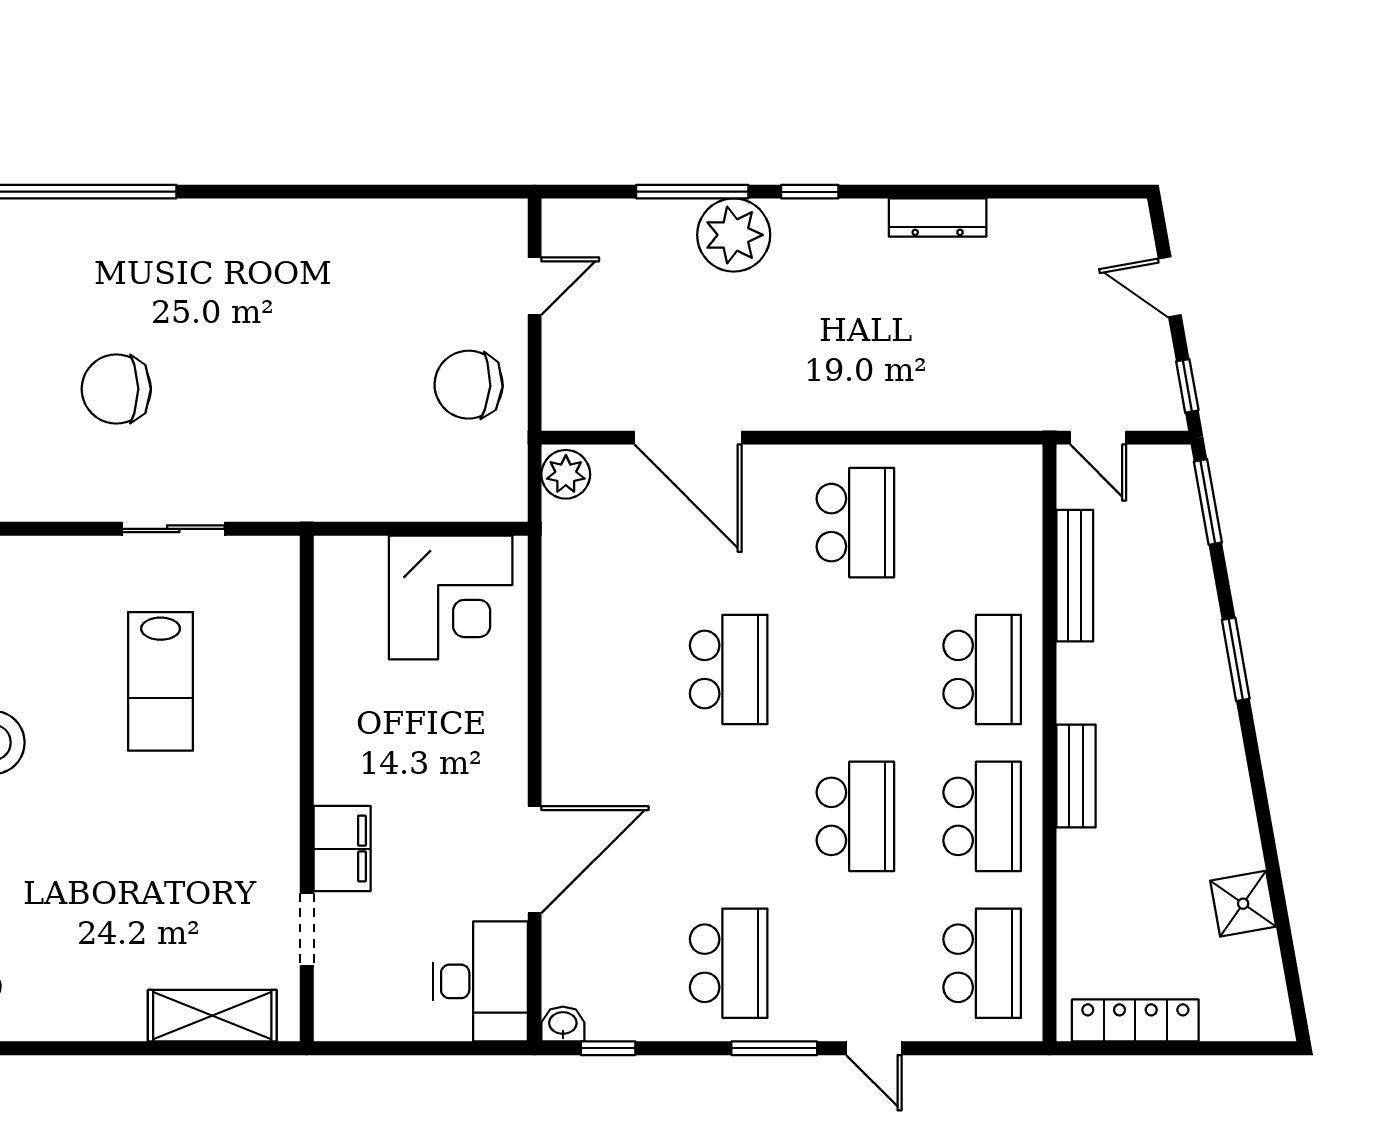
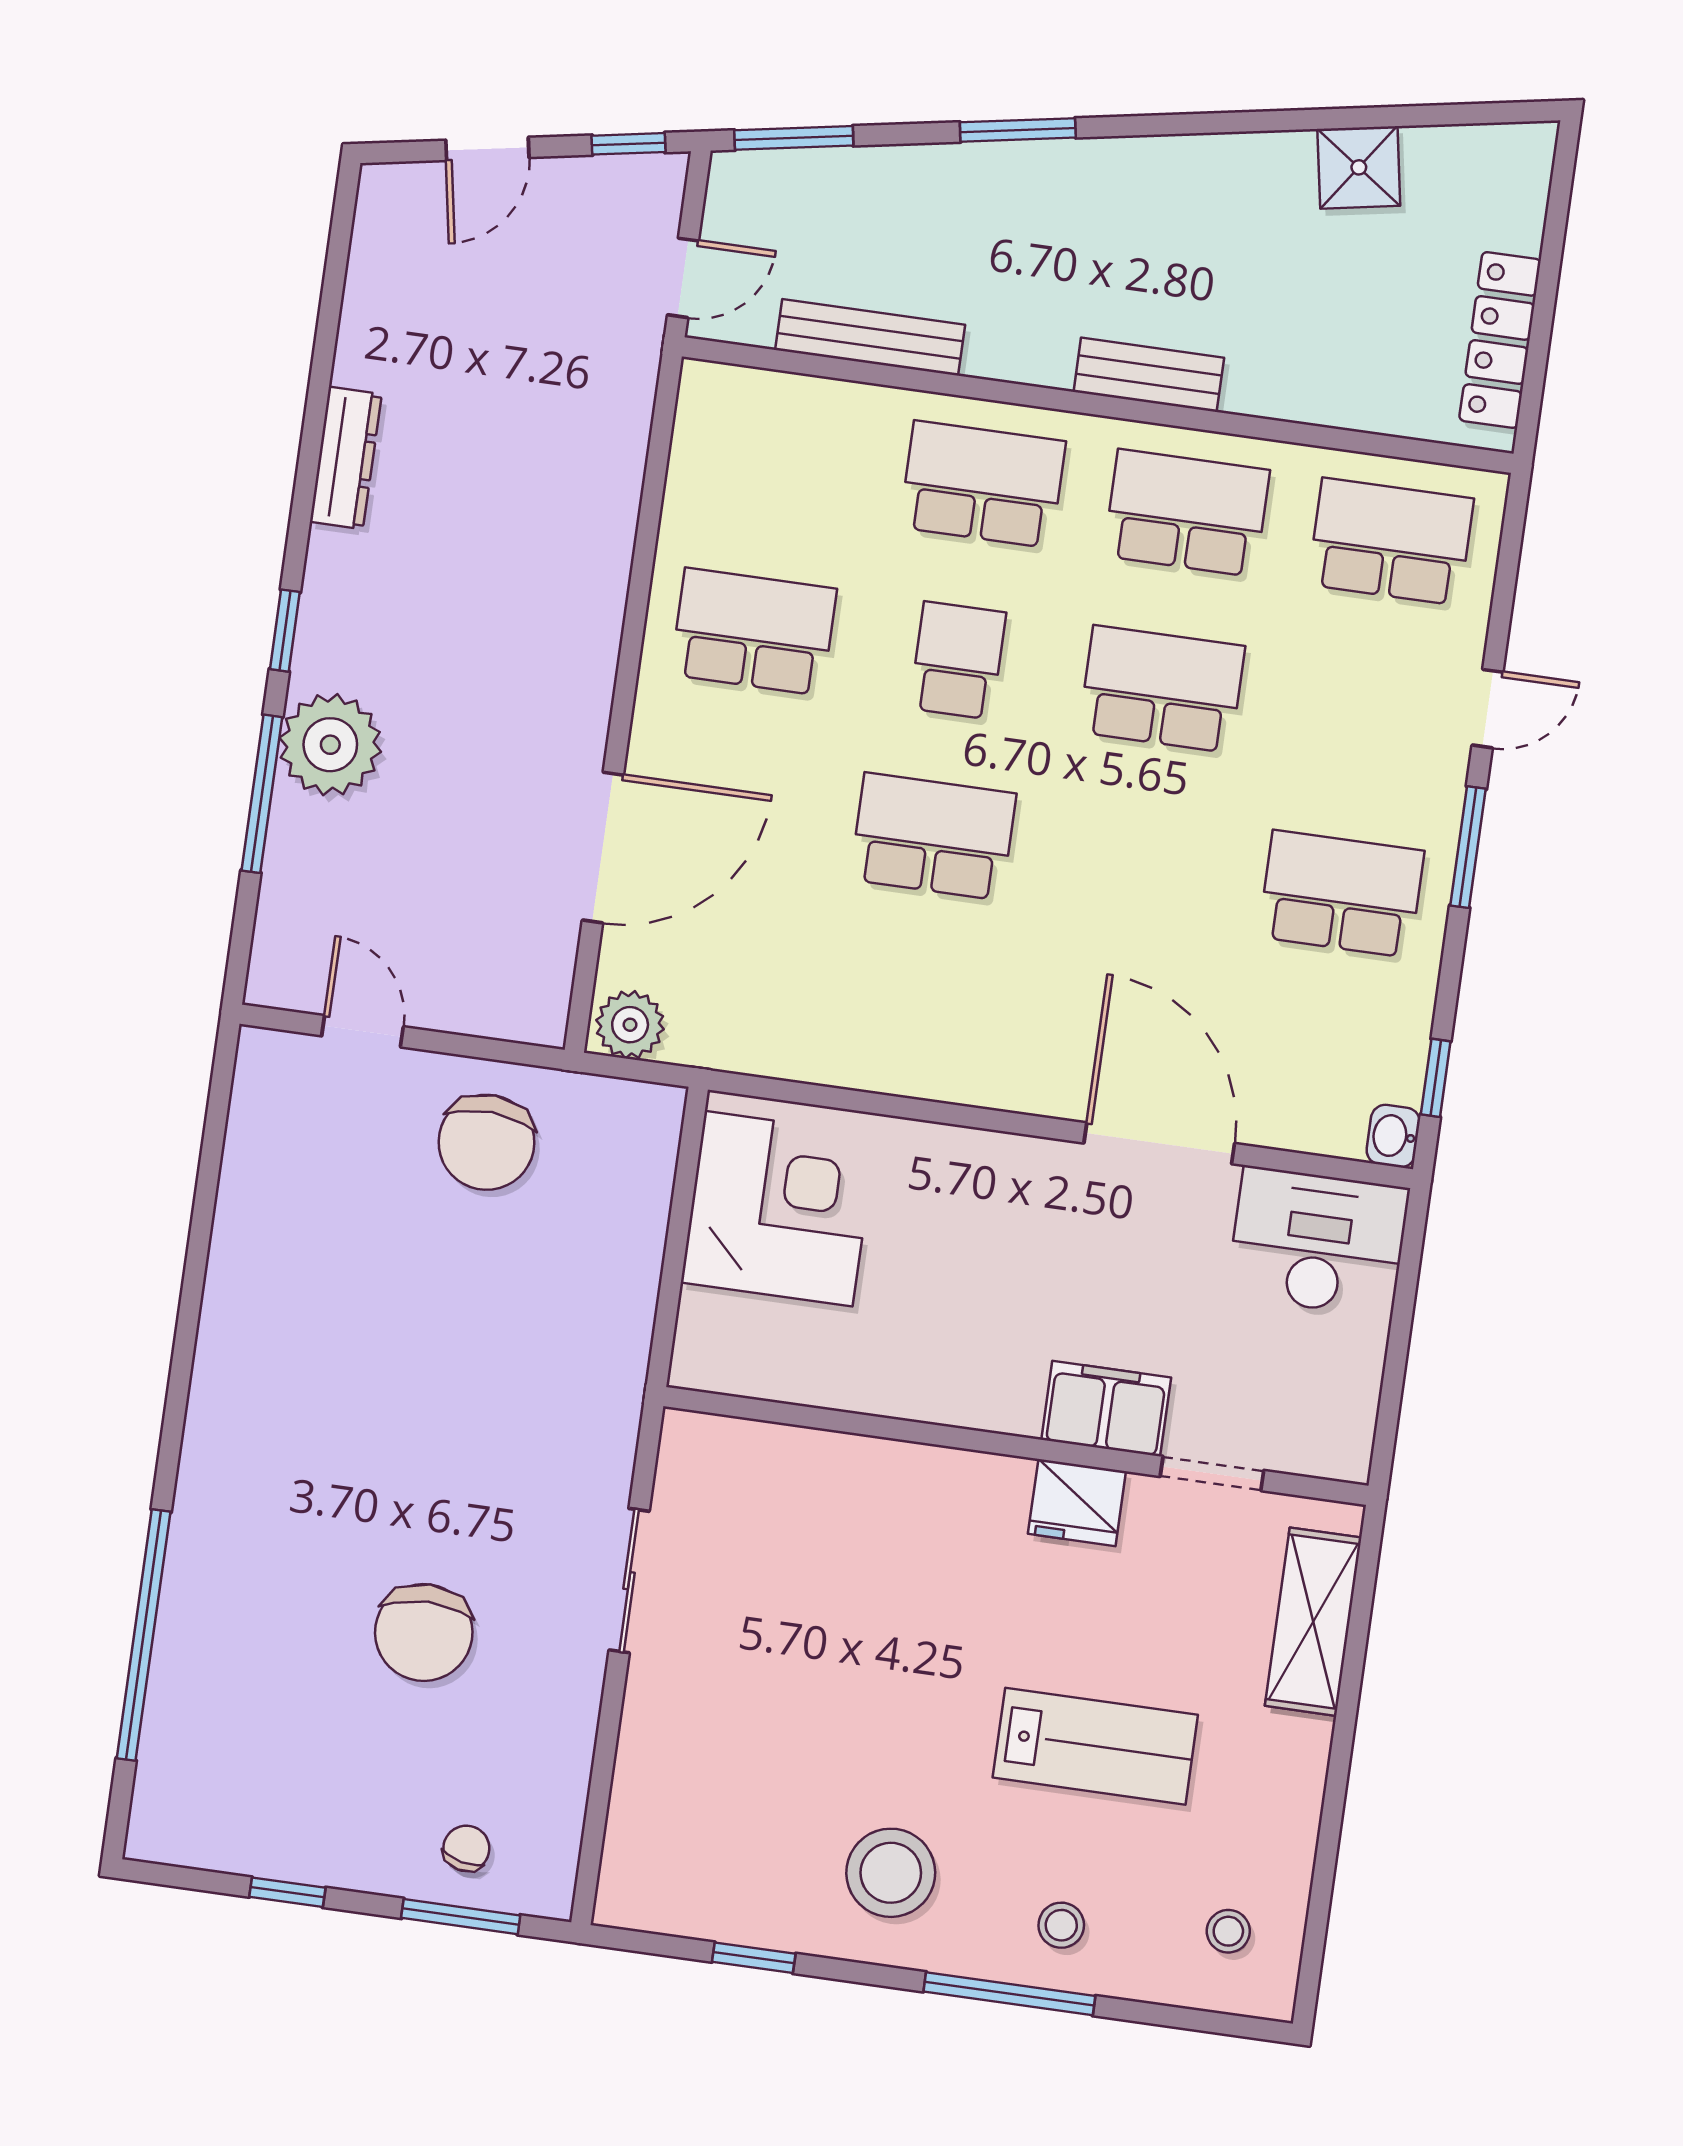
school desk: (855, 669) -> (958, 660), added
lab bench: (161, 681) -> (1095, 1746), moved
fridge: (273, 837) -> (1077, 1503), added

